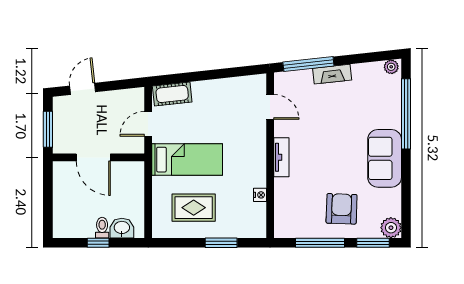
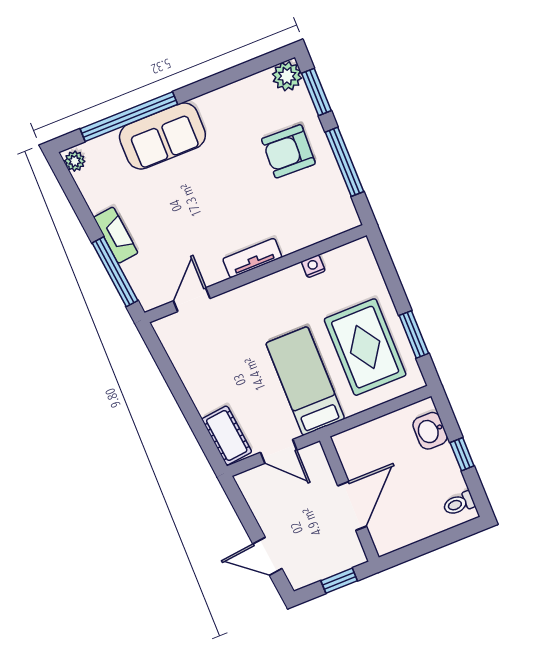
window: (48, 129) -> (339, 581), width x0.67
sofa: (385, 158) -> (162, 136), moved
rug: (194, 208) -> (365, 347), width x1.36, depth x1.43
toilet: (102, 228) -> (459, 504), moved
window: (221, 243) -> (414, 334), moved

